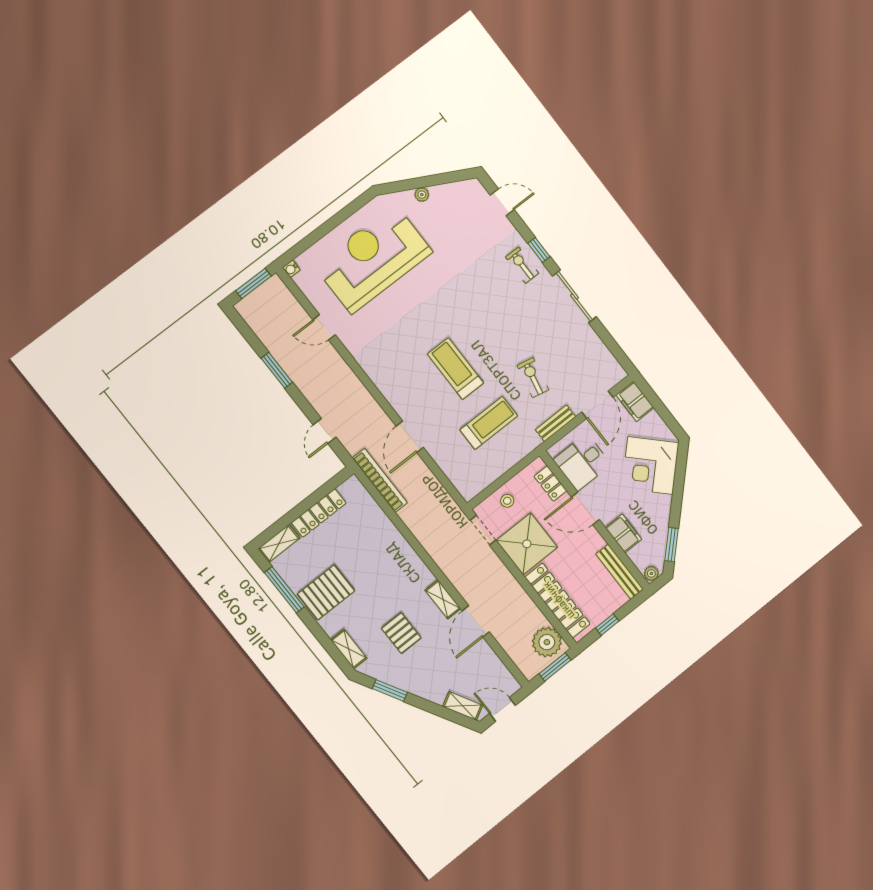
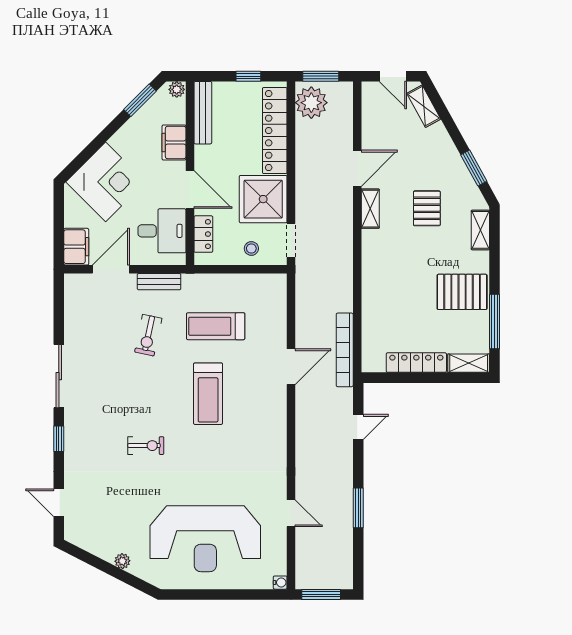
exercise bike: (522, 265) -> (146, 446), moved, turned -90

